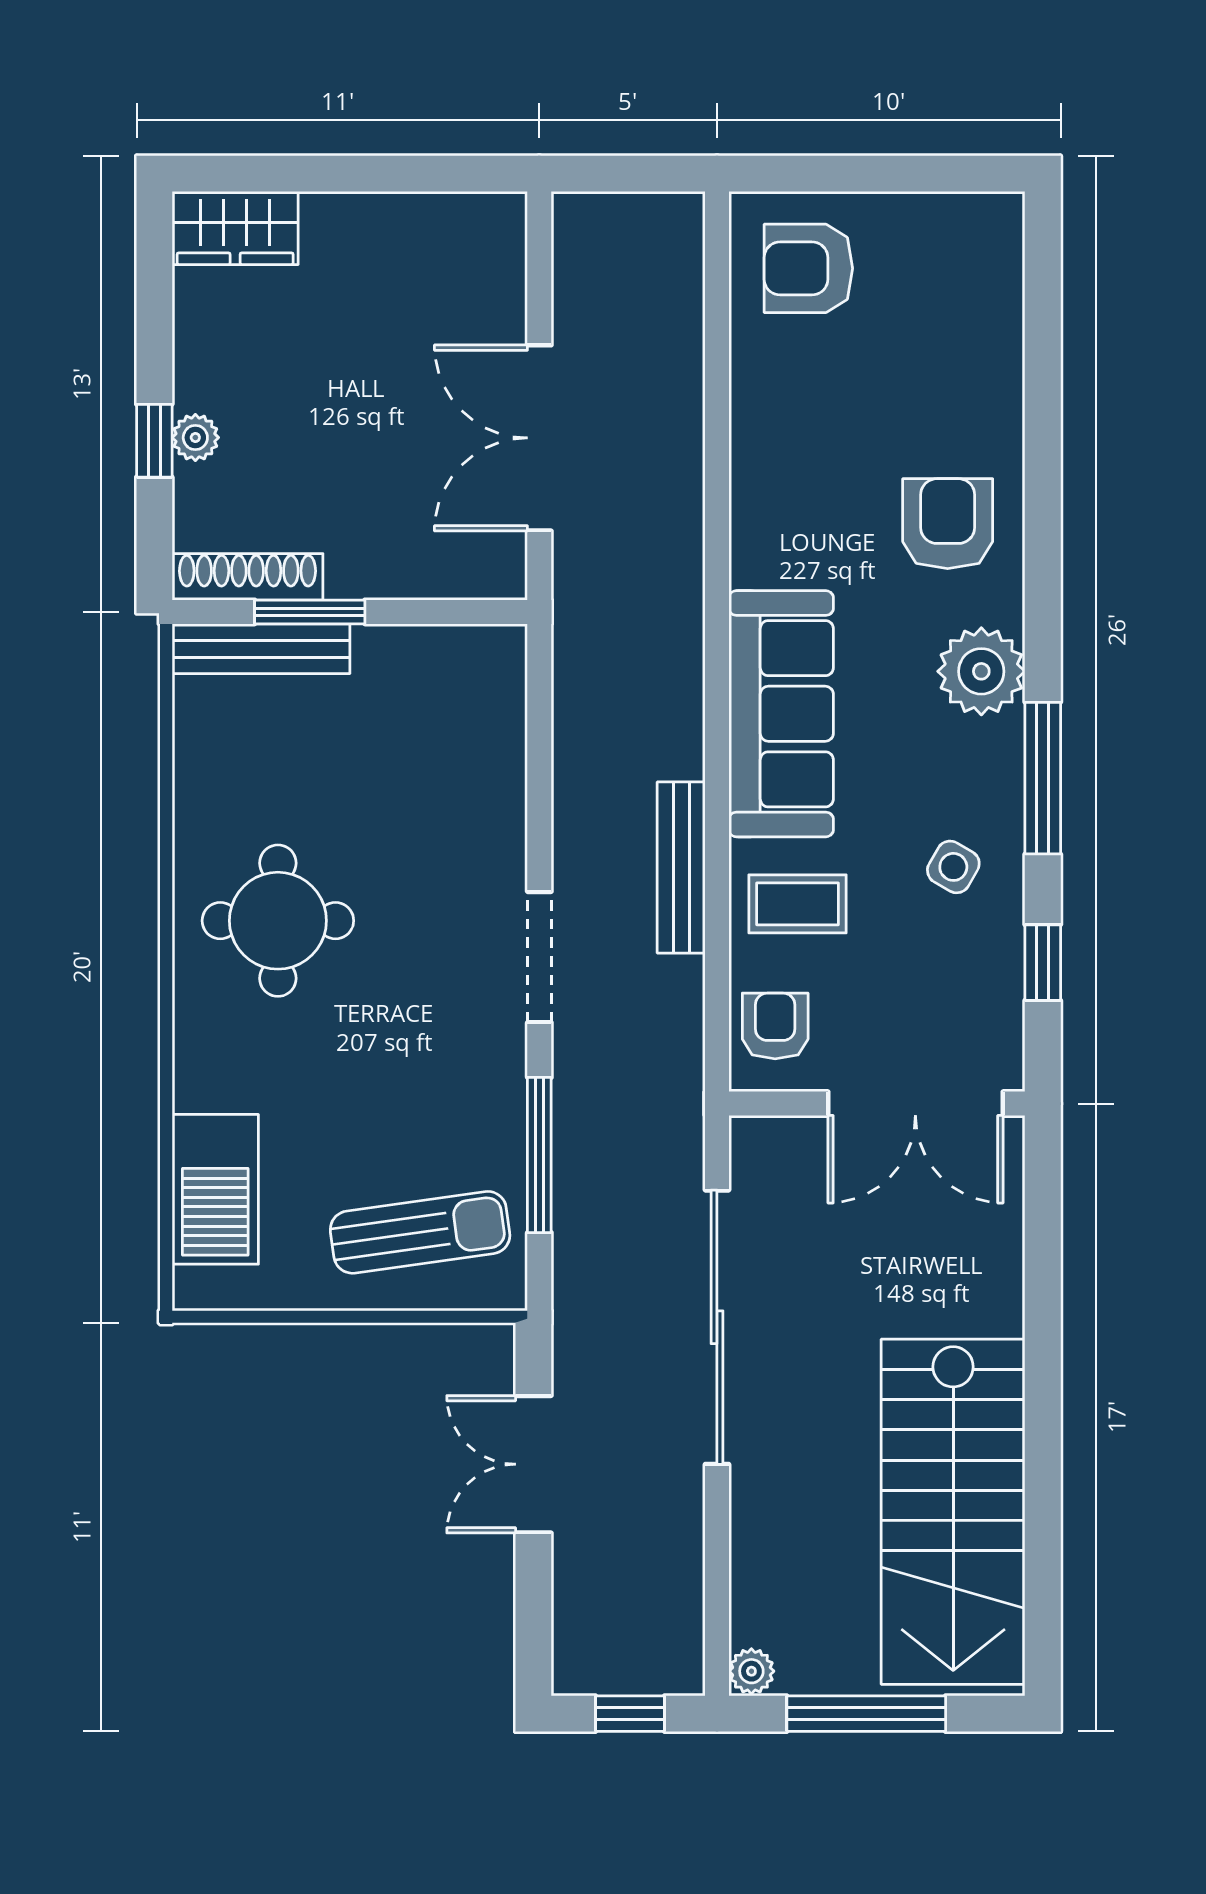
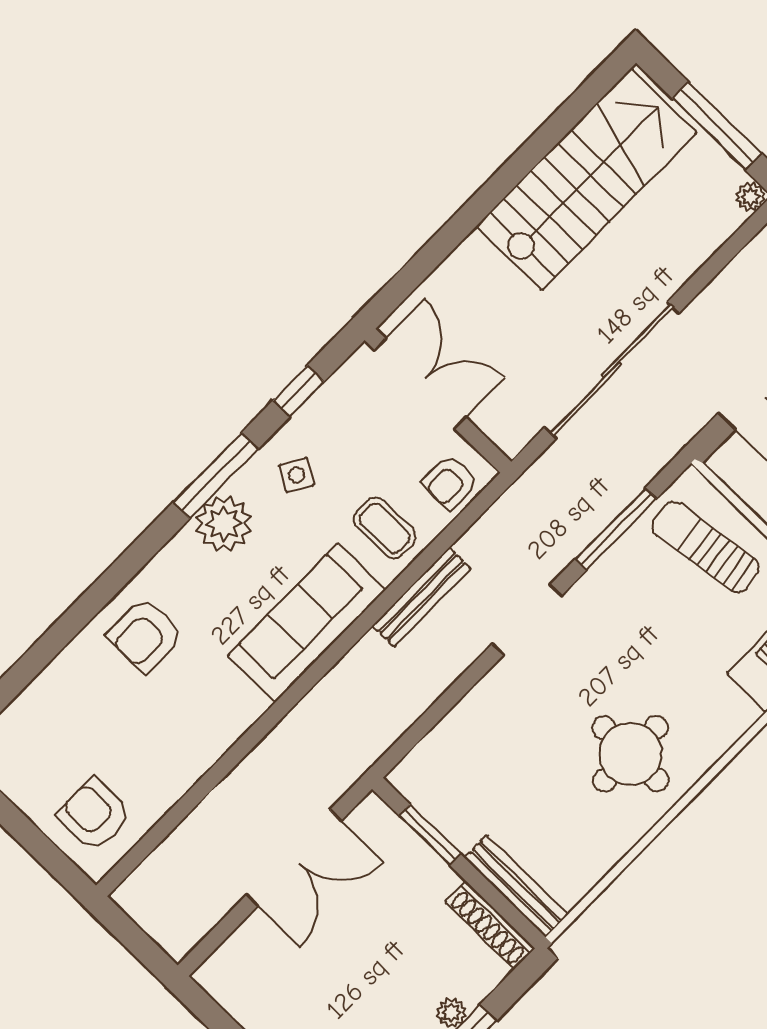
armchair: (808, 268) -> (94, 815), turned 180
window: (310, 612) -> (430, 835), moved
plant: (981, 671) -> (224, 524), moved

